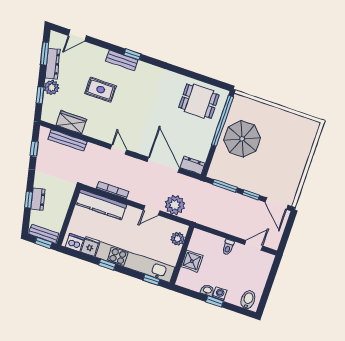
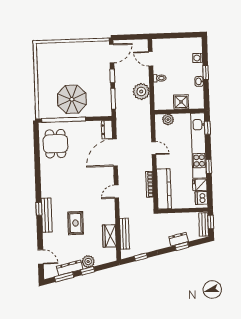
bench: (122, 60) -> (47, 215), width x1.36
window: (40, 95) -> (88, 271), moved
plant: (175, 205) -> (141, 92), moved
washing machine: (220, 294) -> (198, 58), moved
bidet: (248, 300) -> (194, 47), removed

